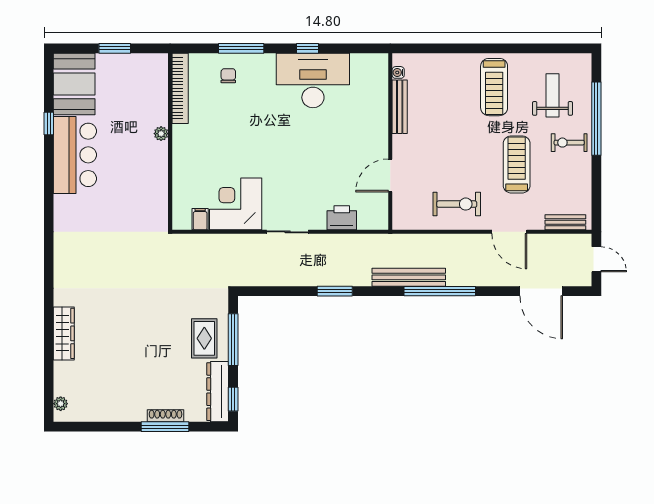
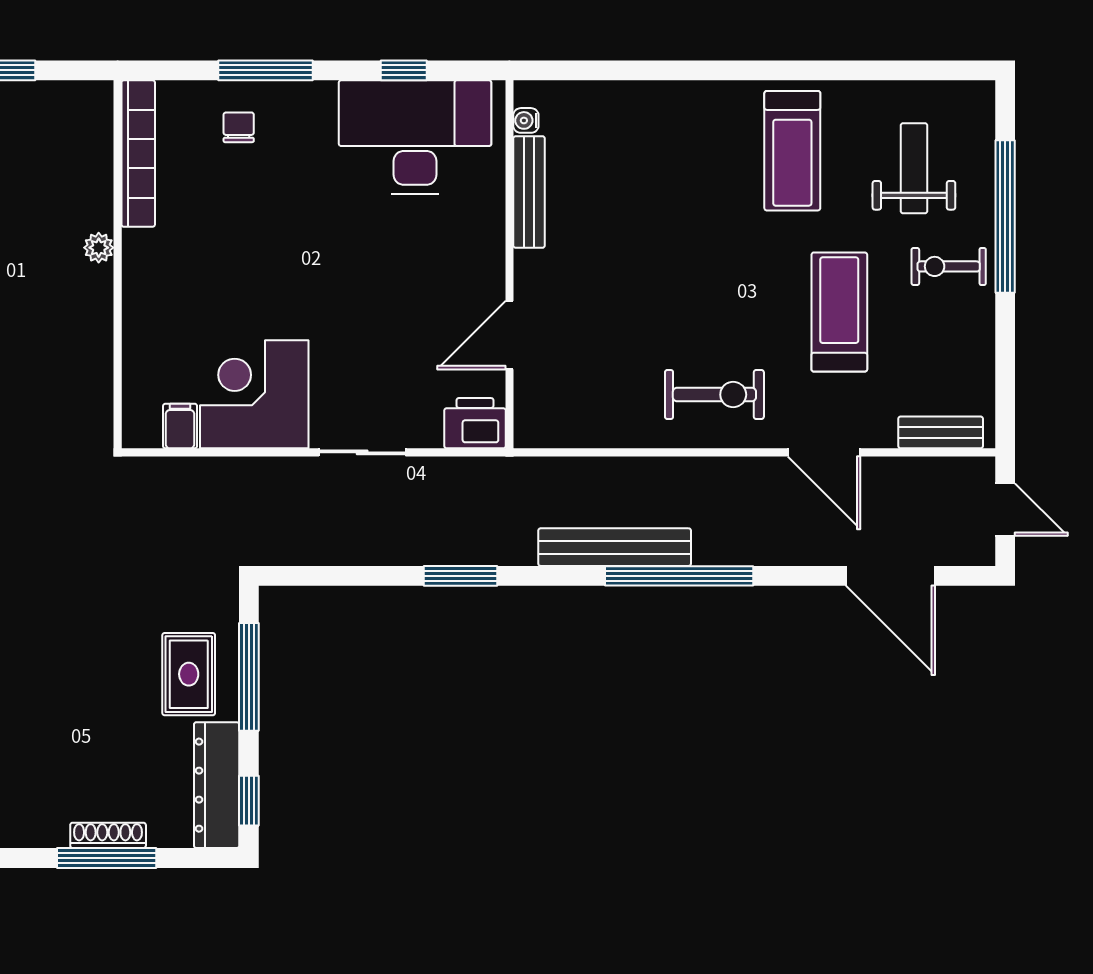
water cooler: (398, 72) -> (526, 120), moved
bench: (400, 107) -> (529, 192), moved
wall: (390, 142) -> (509, 264), moved
door: (390, 176) -> (509, 335), moved

